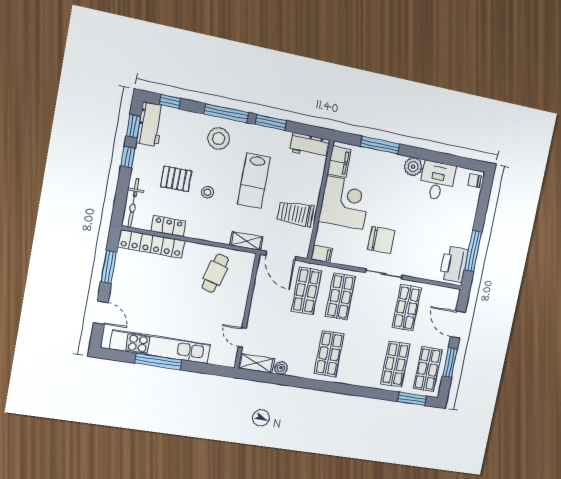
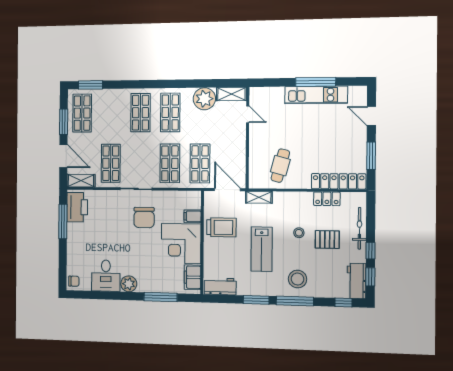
lab bench: (254, 181) -> (262, 249), turned 180
bicycle: (133, 203) -> (359, 228), moved
chair: (381, 240) -> (144, 218), turned -90
filing cabinet: (322, 254) -> (193, 216), moved
shelving: (444, 294) -> (81, 181), added
kitchen unit: (160, 347) -> (316, 95), width x0.73
shop shelf: (395, 364) -> (140, 113), moved
plant: (281, 368) -> (204, 99), width x1.88, depth x1.88

